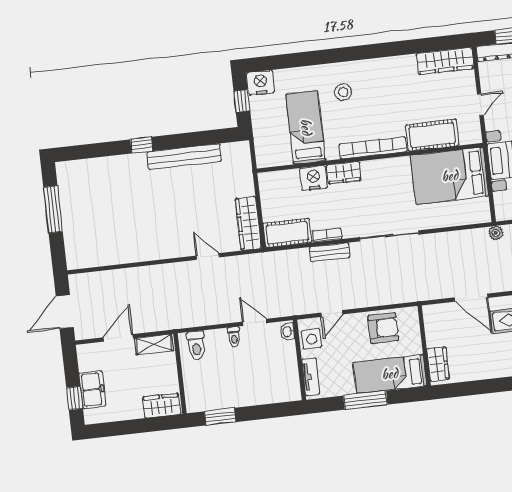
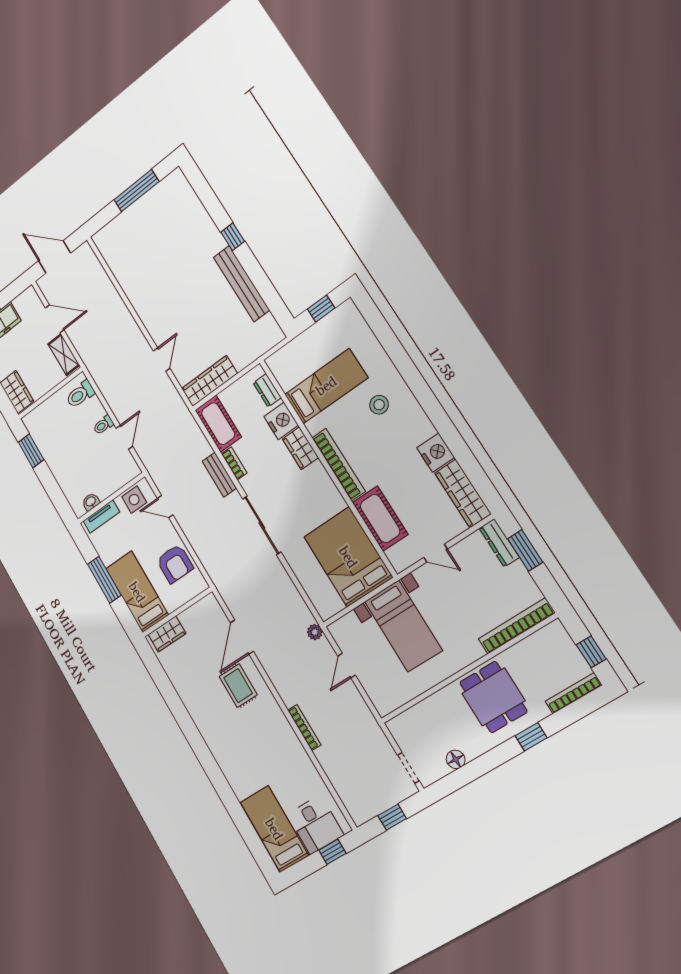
nightstand: (261, 83) -> (436, 453), moved
dresser: (283, 178) -> (267, 390), added
washbasin: (287, 332) -> (91, 502), moved

